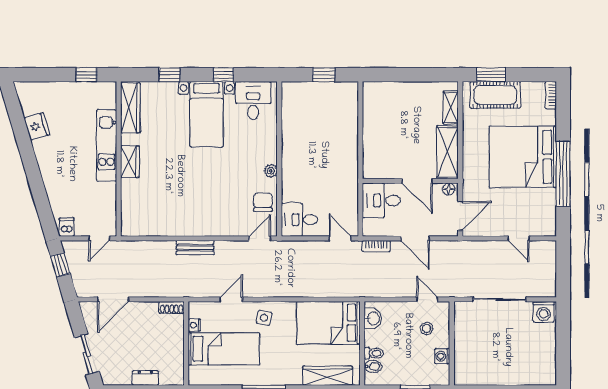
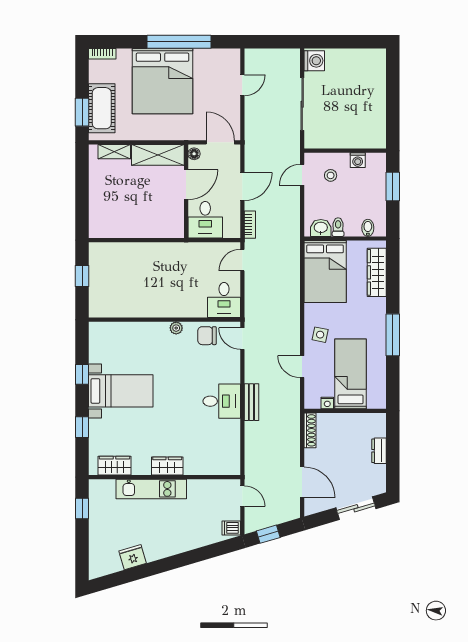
desk: (253, 101) -> (222, 401), moved, turned 180
wardrobe: (130, 108) -> (114, 466), width x0.67
shoe rack: (172, 307) -> (310, 430), width x1.43
toilet: (374, 353) -> (338, 227), moved

